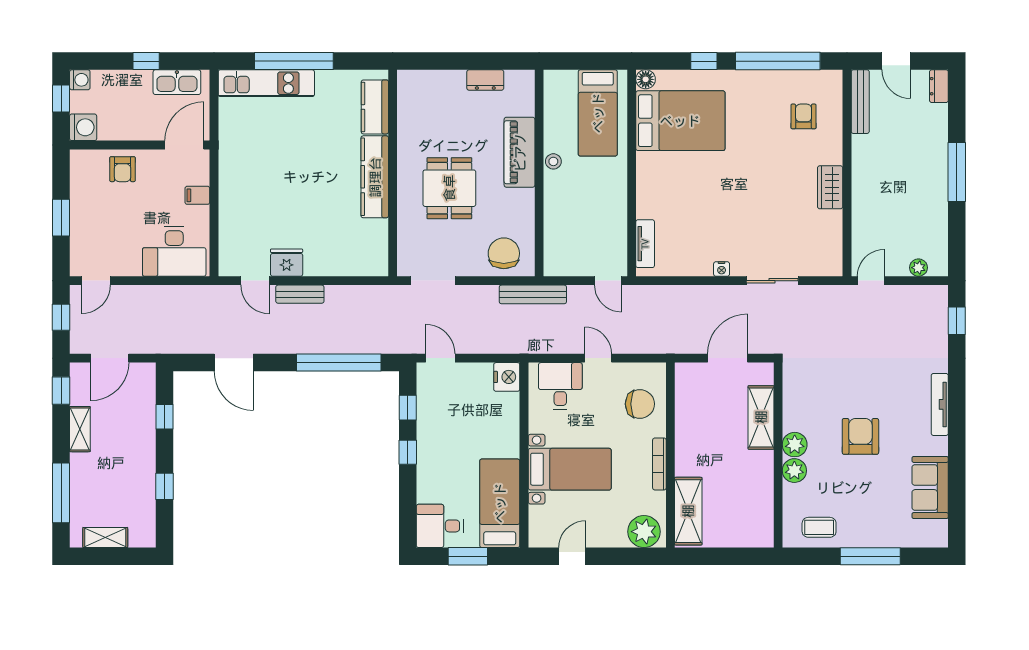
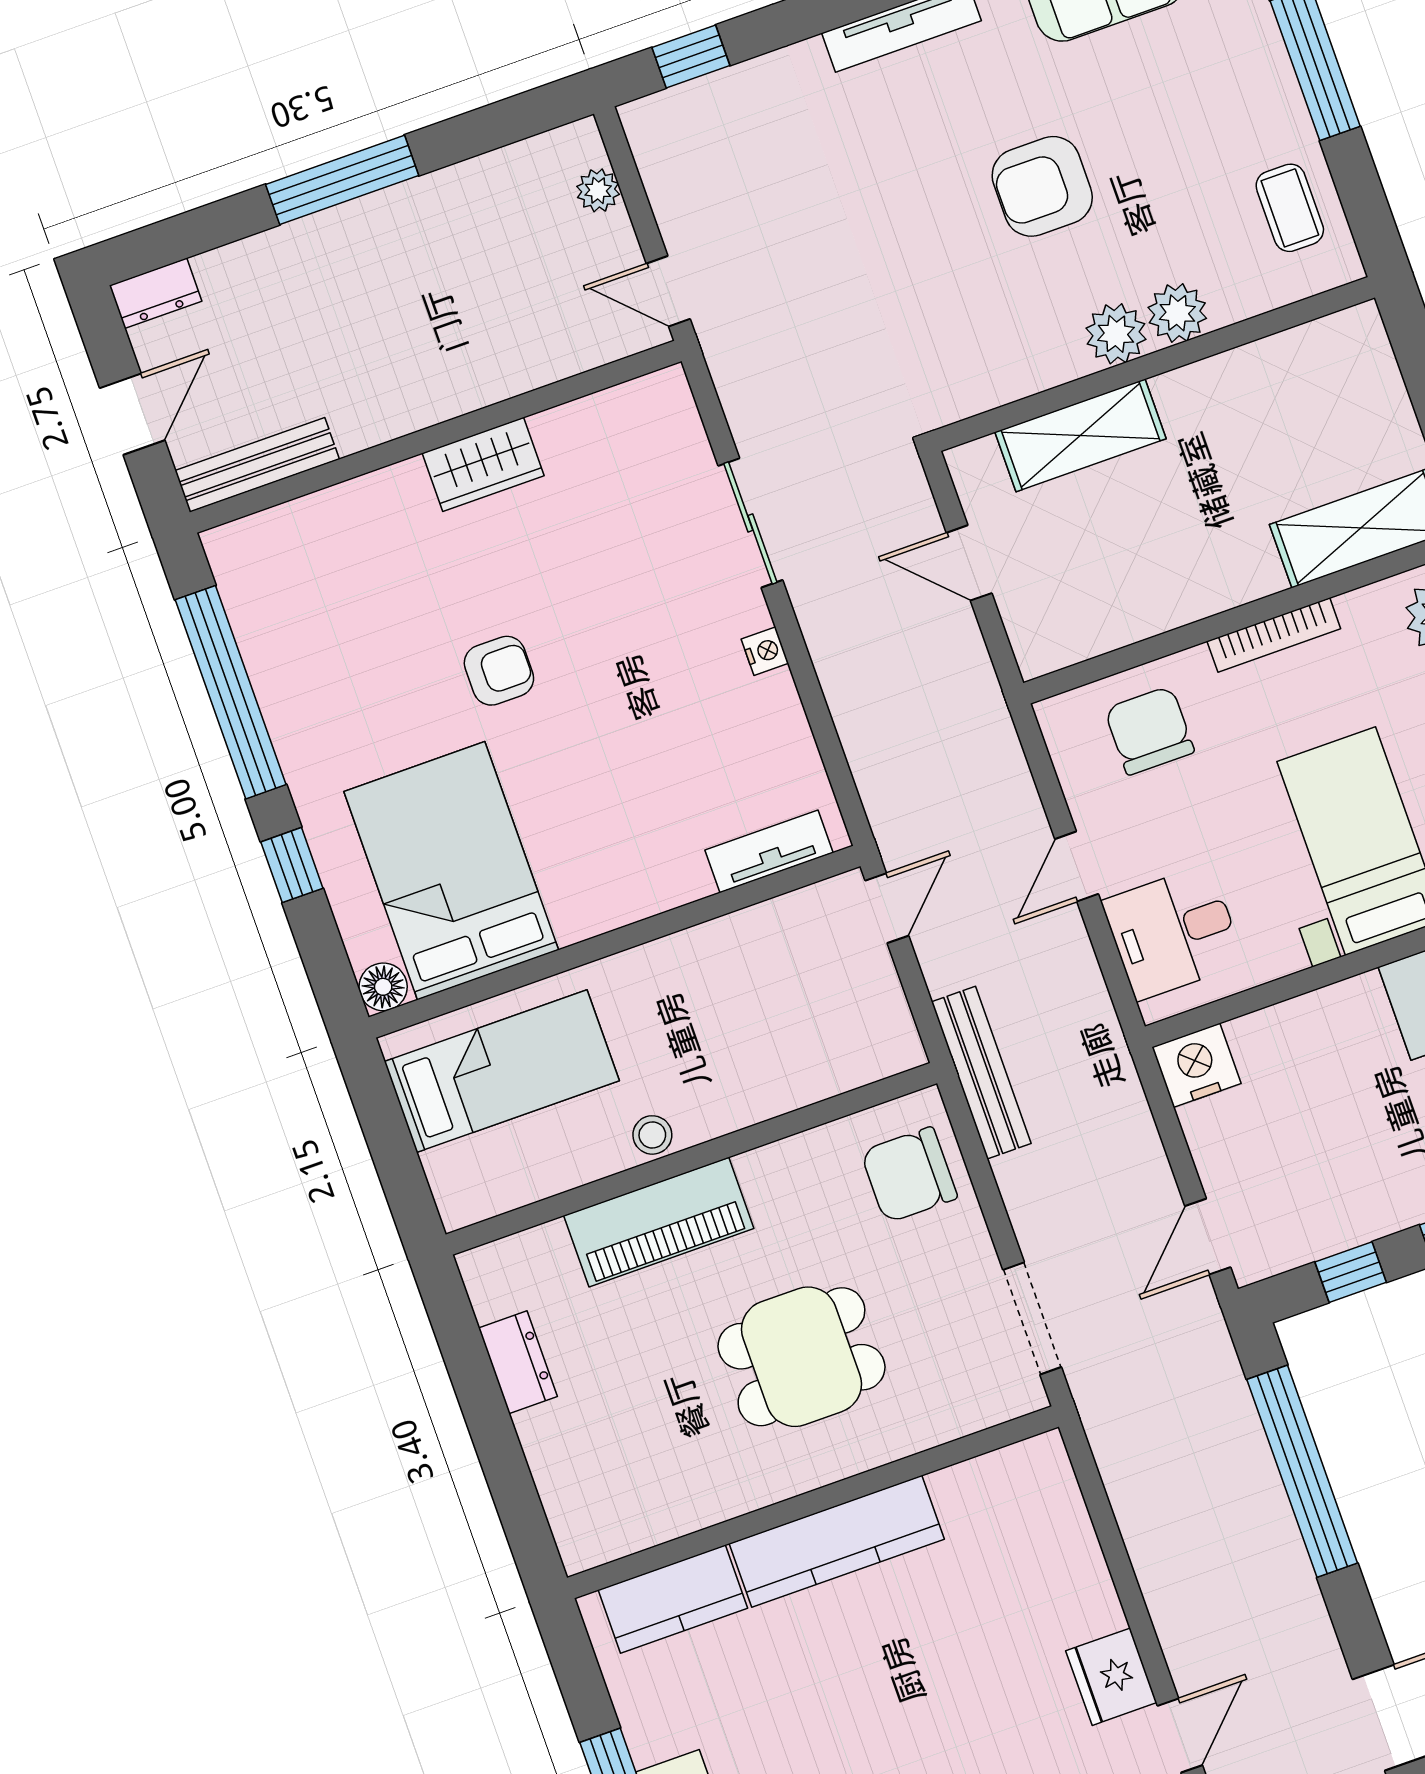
armchair: (804, 116) -> (499, 671), moved, turned 180
bench: (300, 294) -> (1174, 1619), removed
door: (728, 358) -> (969, 563), width x0.73

